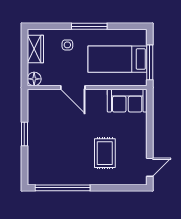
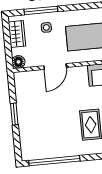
window: (89, 26) -> (41, 10), moved
door: (73, 88) -> (55, 67), hinge flipped

